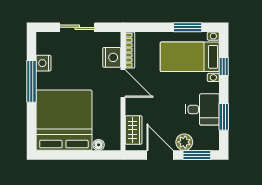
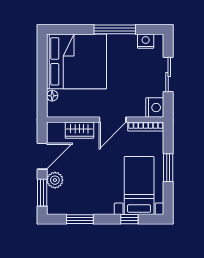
window: (188, 27) -> (168, 168), moved
nightstand: (112, 57) -> (155, 108), moved, turned -90
nightstand: (43, 63) -> (146, 41), moved
desk: (202, 109) -> (87, 198), removed
wardrobe: (134, 130) -> (79, 130), moved

